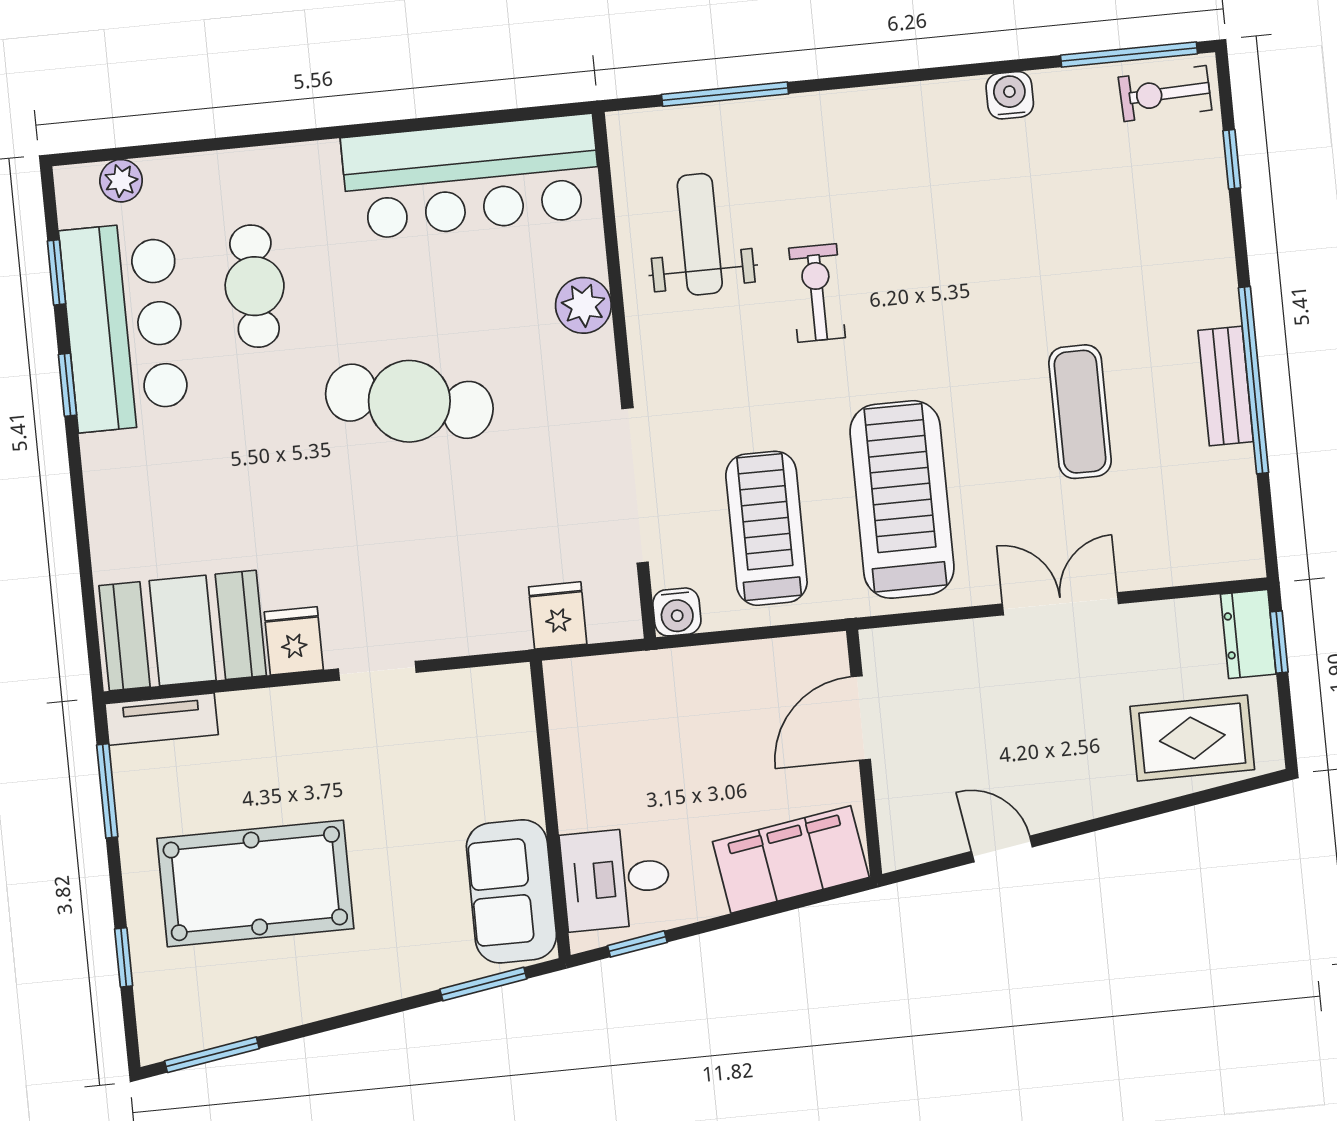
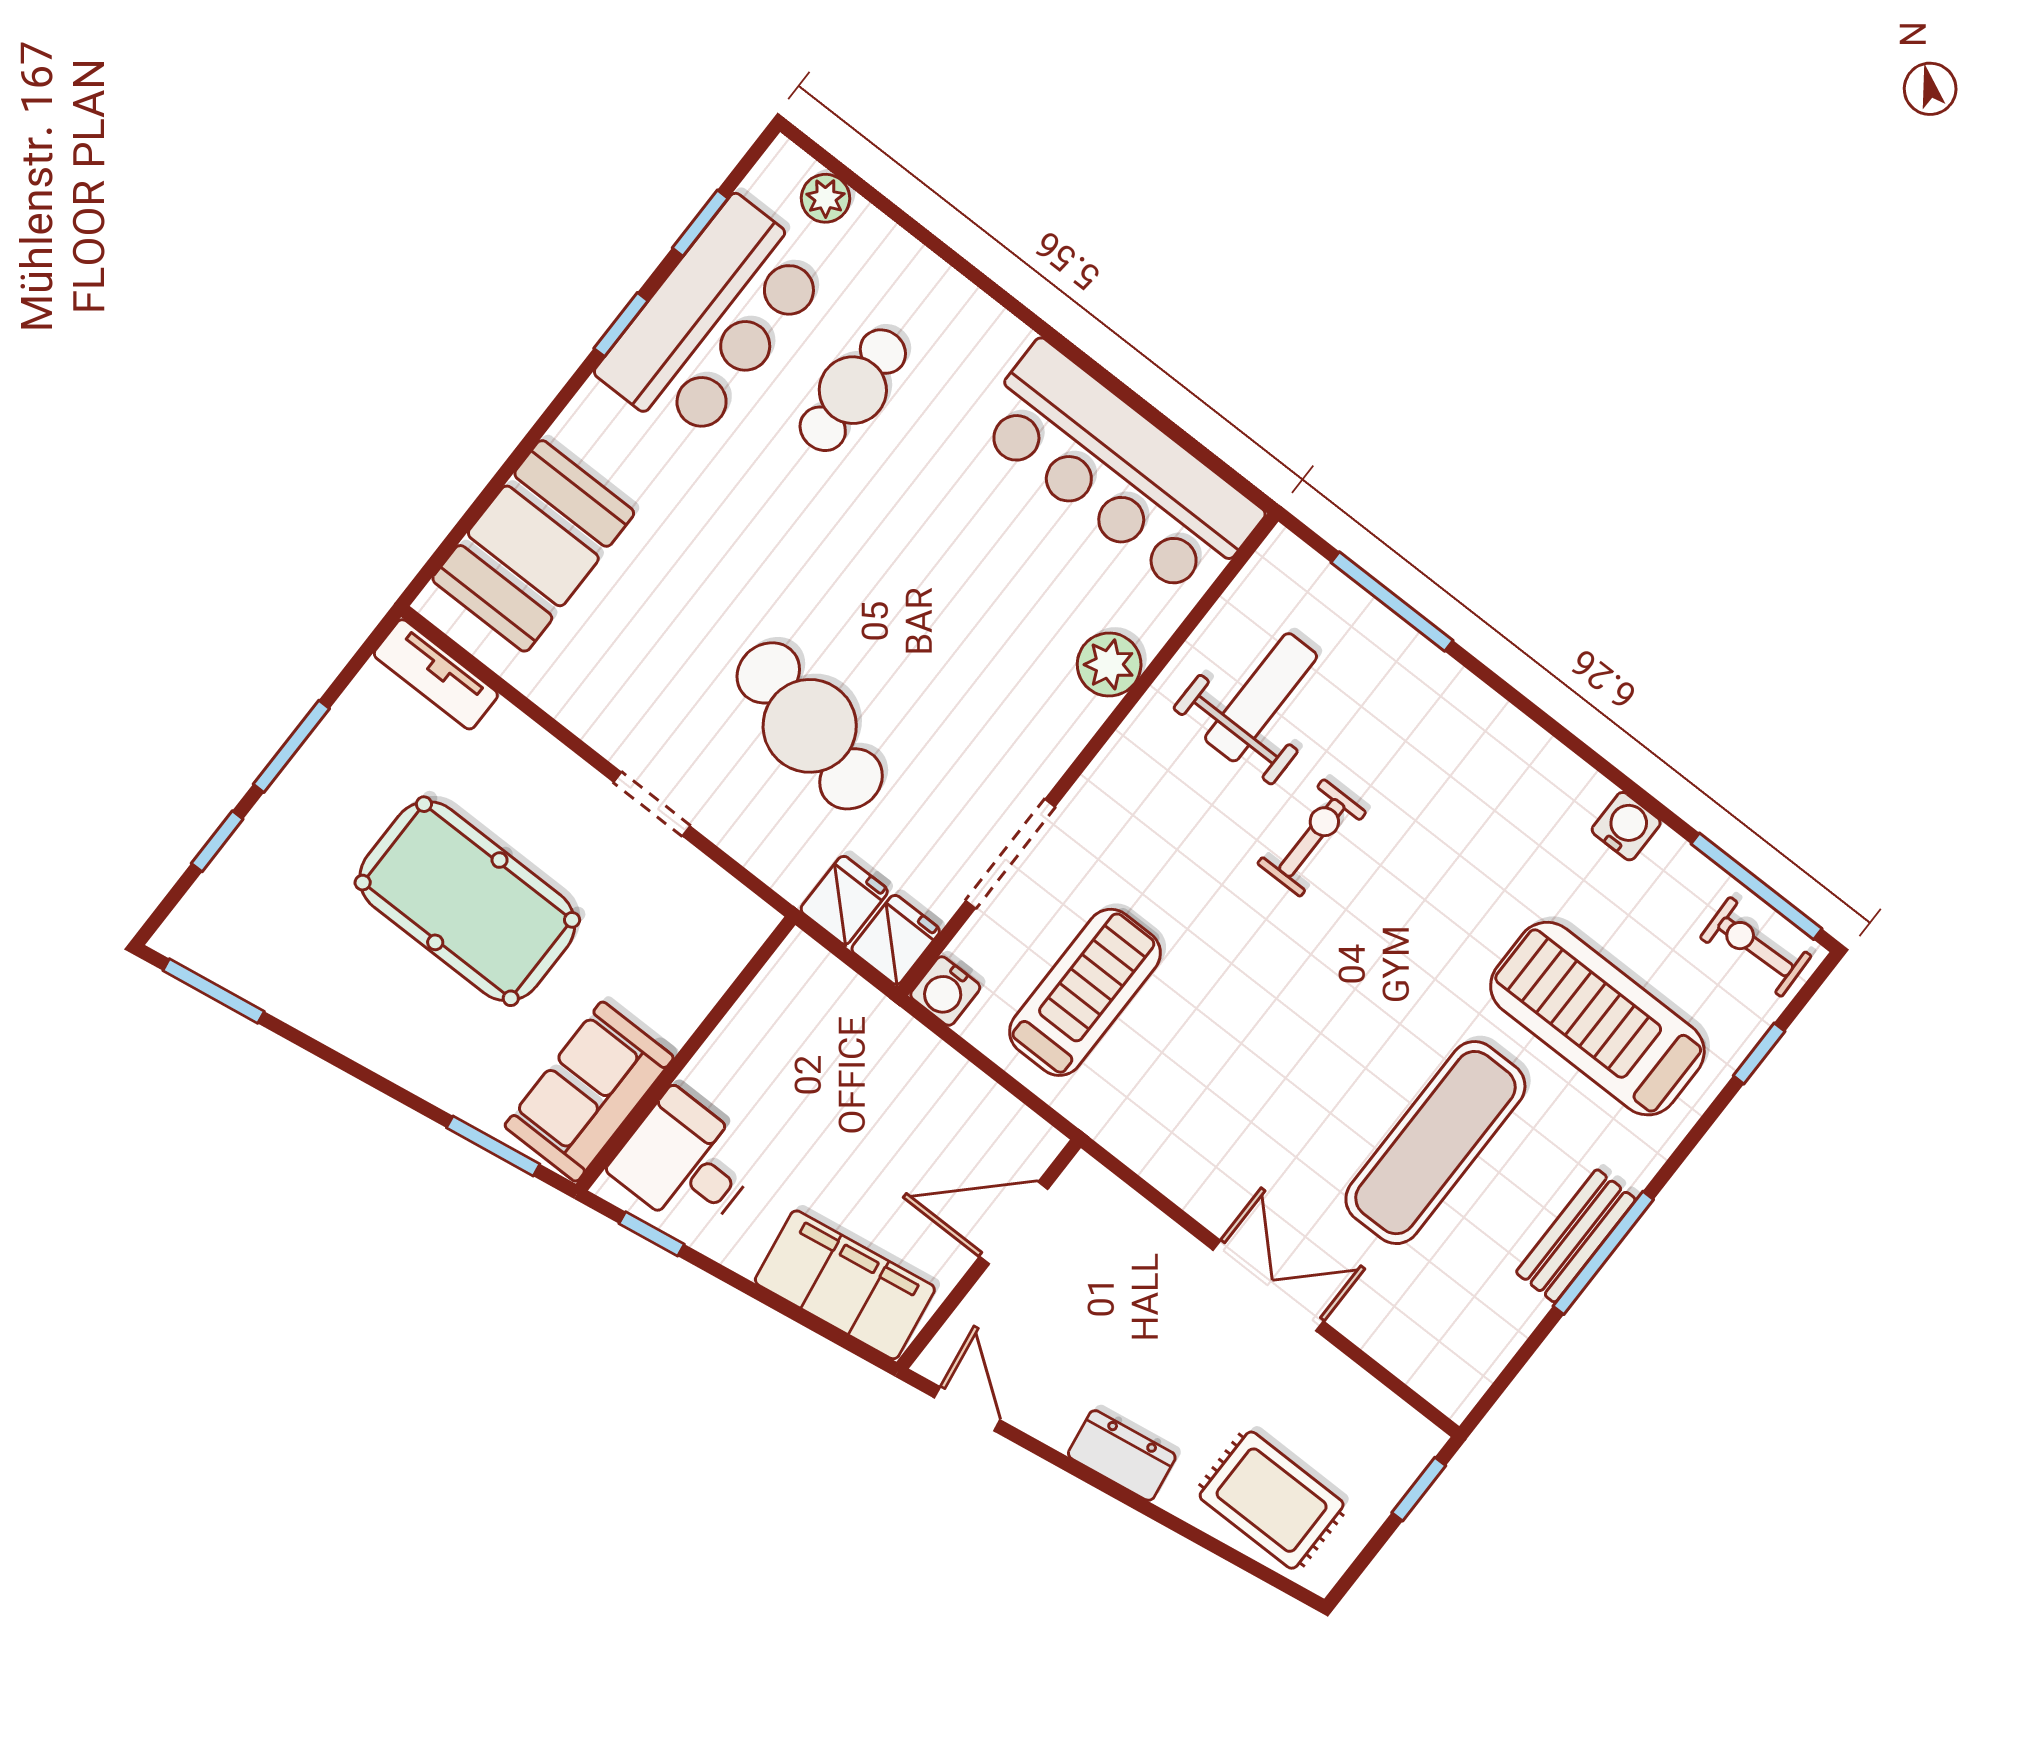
window: (1253, 380) -> (1603, 1253), width x0.68
cafe table: (409, 401) -> (810, 726), moved
exercise mat: (1080, 412) -> (1435, 1143), width x1.36, depth x1.45
doorway: (635, 485) -> (1010, 854), width x0.73
treadmill: (902, 499) -> (1597, 1019), moved, turned -90
booth: (183, 631) -> (533, 546), moved, turned 90
dresser: (1248, 634) -> (1122, 1455), moved, turned 81
fridge: (294, 641) -> (896, 940), moved
window: (107, 791) -> (291, 746), moved
door: (1002, 849) -> (967, 1409), moved
pool table: (255, 884) -> (467, 901), moved

